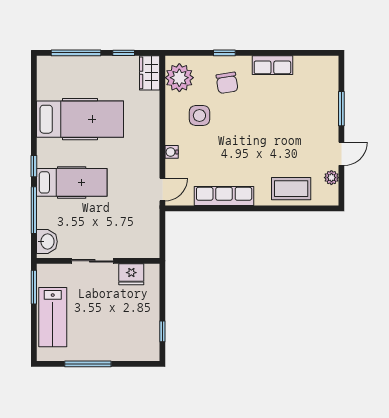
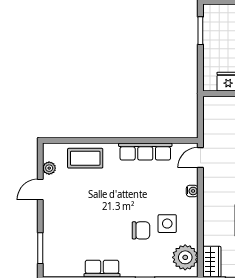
chair: (227, 83) -> (141, 230), moved, turned 99
window: (341, 109) -> (40, 248), moved
window: (162, 331) -> (200, 31), width x1.50

